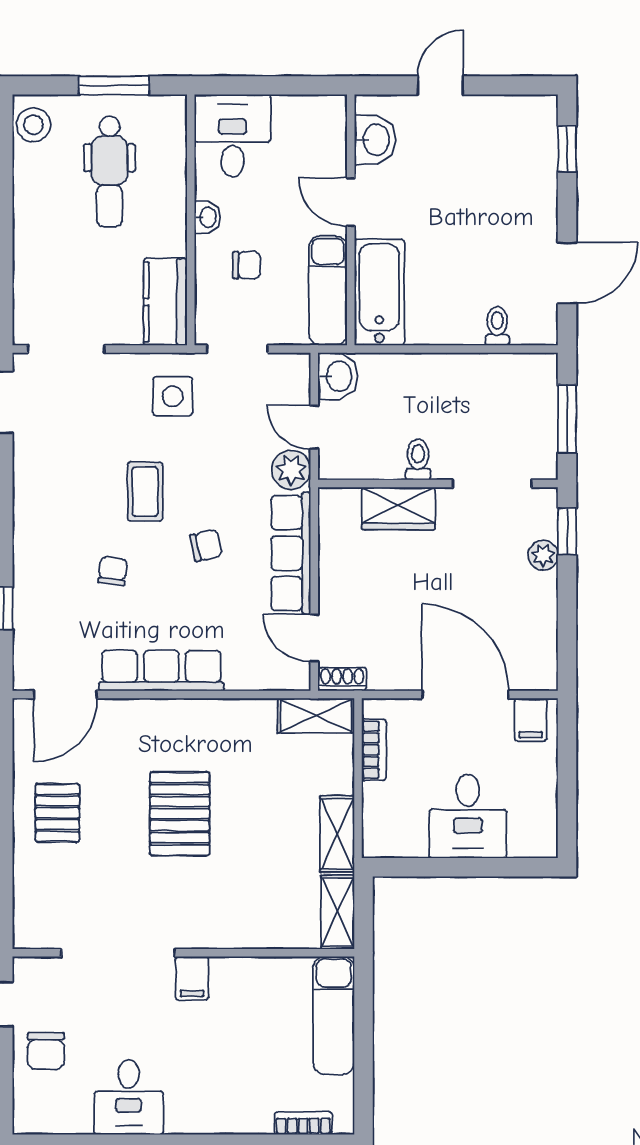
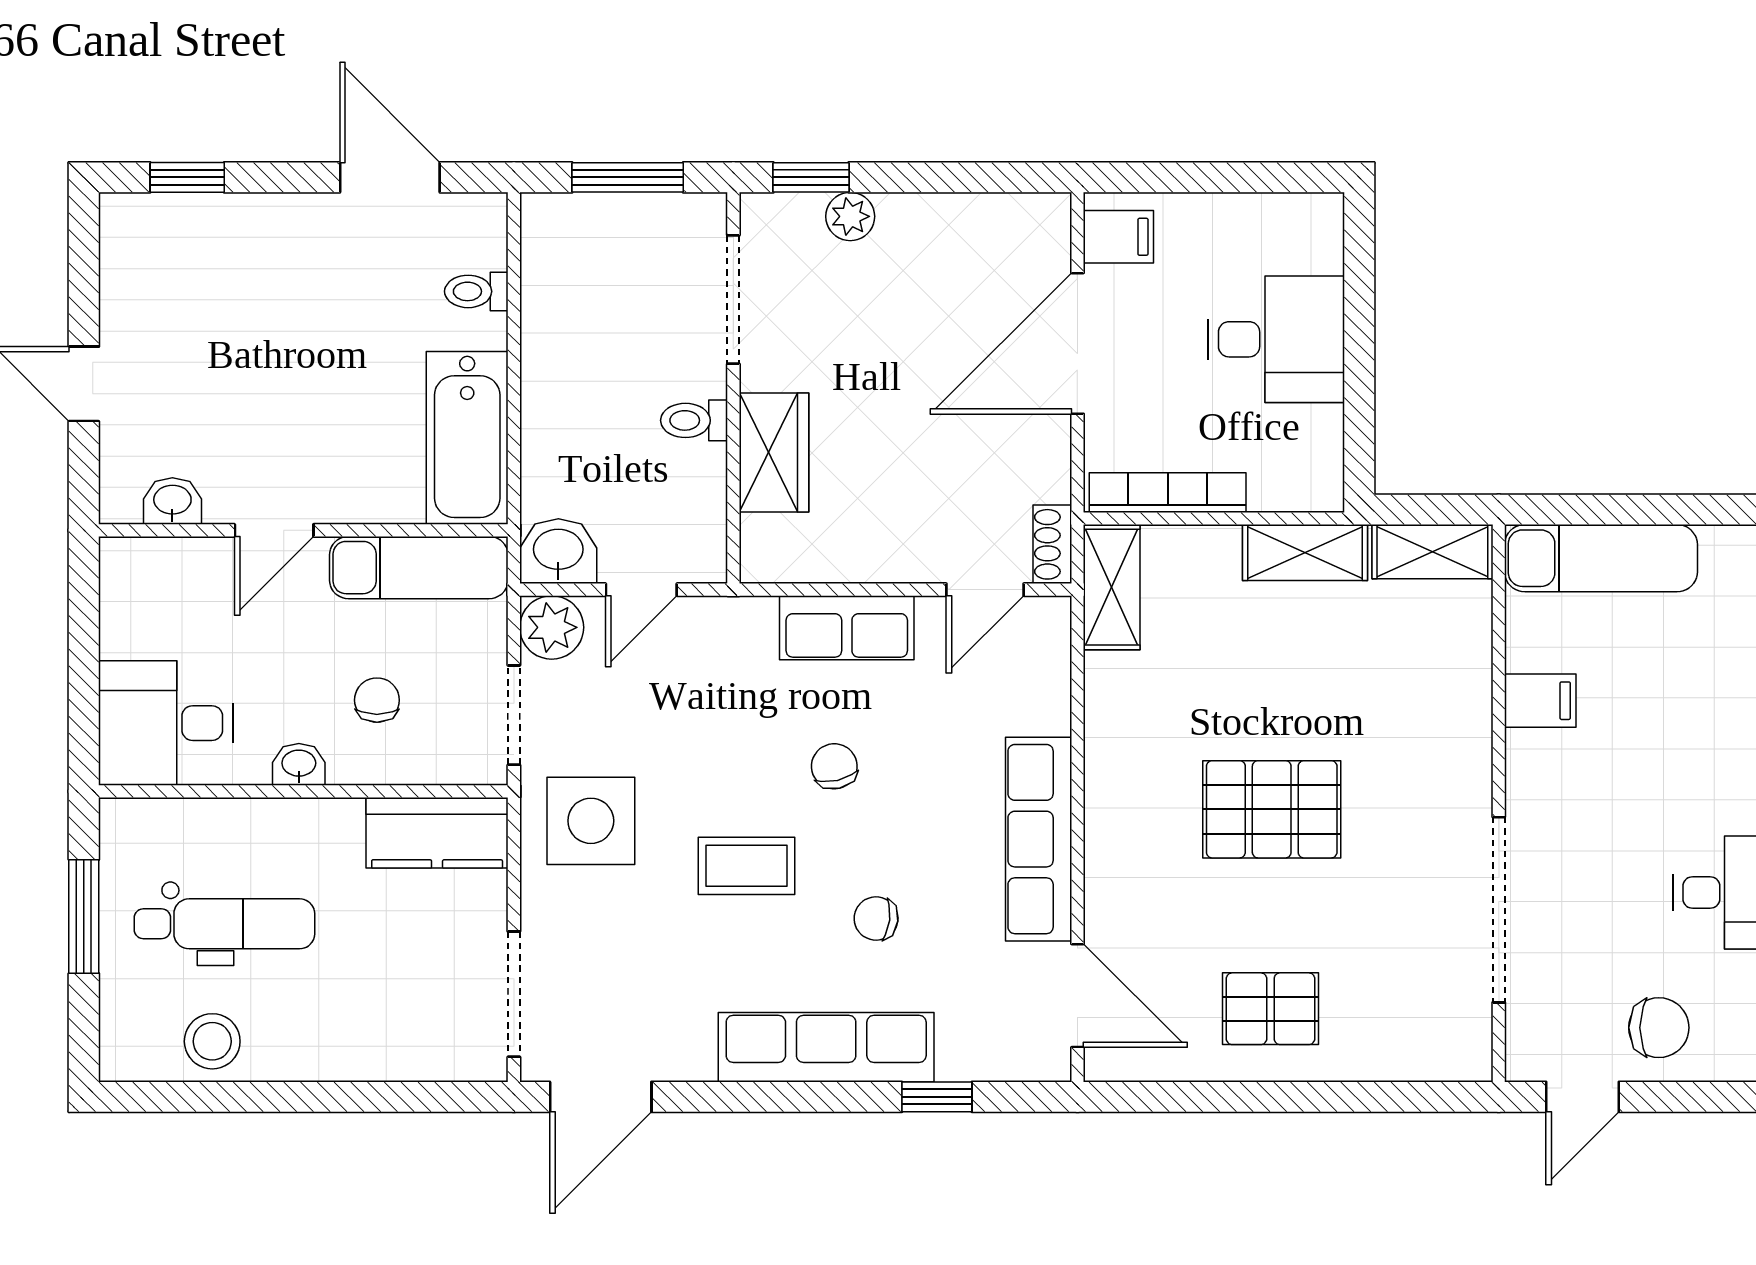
stool: (33, 125) -> (212, 1041), moved
washbasin: (375, 140) -> (172, 501), width x0.72, depth x0.69
bathtub: (379, 292) -> (467, 438), moved, turned -90
side table: (173, 396) -> (591, 821), width x1.37, depth x1.37
plant: (291, 470) -> (552, 627), moved
row of seats: (34, 540) -> (826, 1047), added
row of seats: (291, 553) -> (847, 628), width x0.68
bookcase: (374, 750) -> (1168, 493), width x1.56
filing cabinet: (192, 978) -> (1540, 701), moved

